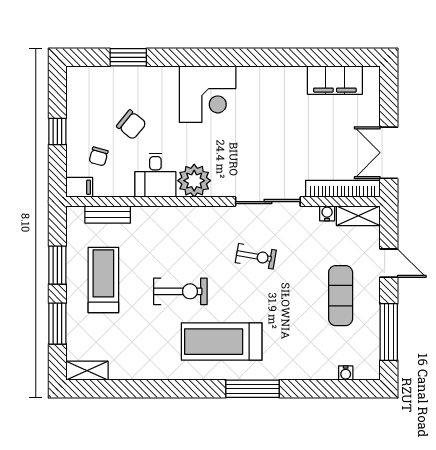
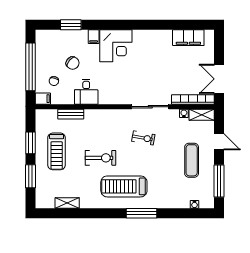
filing cabinet: (168, 78) -> (94, 37), added
window: (57, 131) -> (30, 67), width x3.17
plant: (194, 181) -> (108, 95), removed
bench: (108, 215) -> (71, 114), moved
treadmill: (103, 280) -> (57, 151), turned 180
shelving: (87, 371) -> (67, 203), moved

